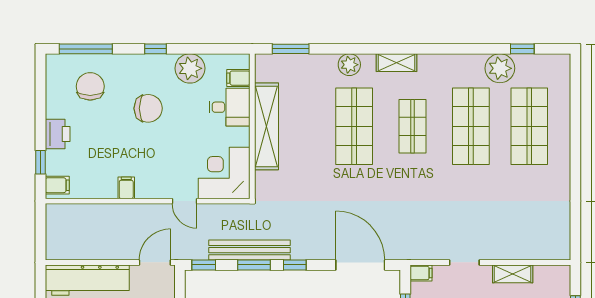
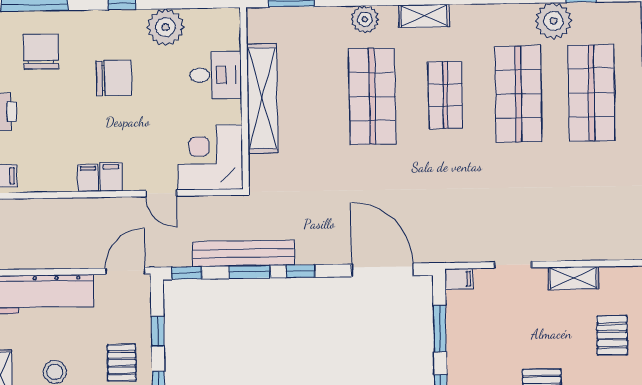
filing cabinet: (238, 78) -> (111, 177), moved, turned 90

